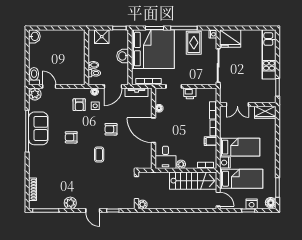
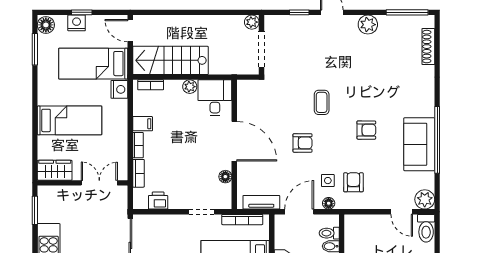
printer: (190, 93) -> (158, 201), moved
bed: (240, 147) -> (69, 120), moved, turned 180

